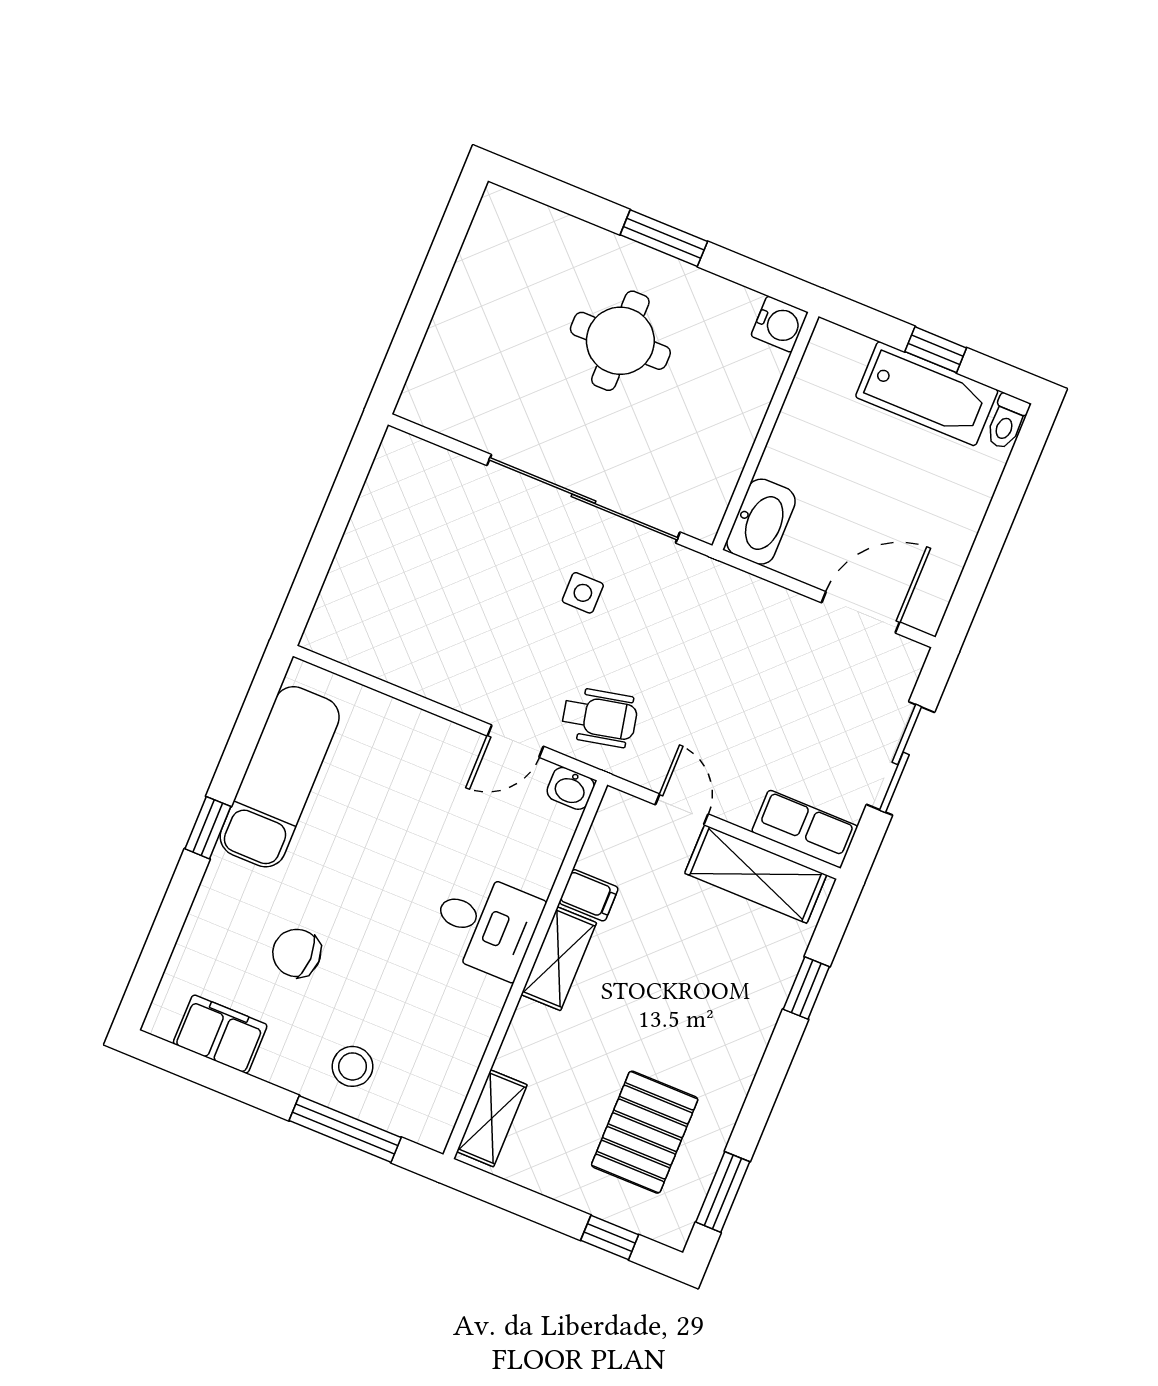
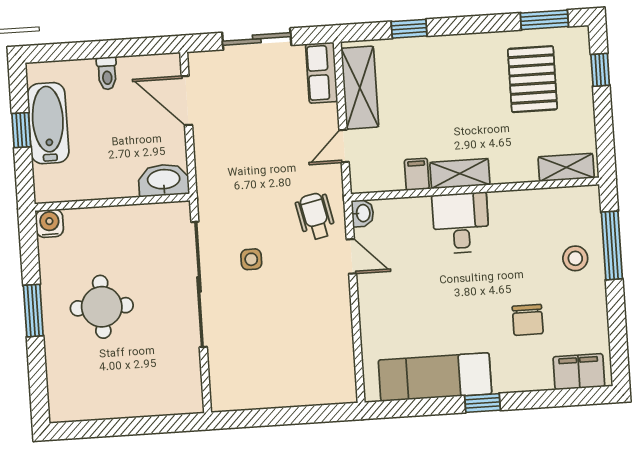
toilet: (1007, 422) -> (107, 73), moved, turned 90
filing cabinet: (220, 1034) -> (579, 372), moved, turned 90
pallet: (645, 1132) -> (532, 79), turned 90

